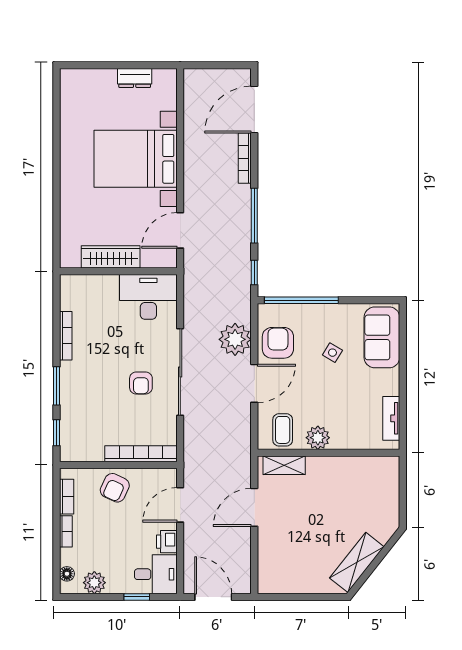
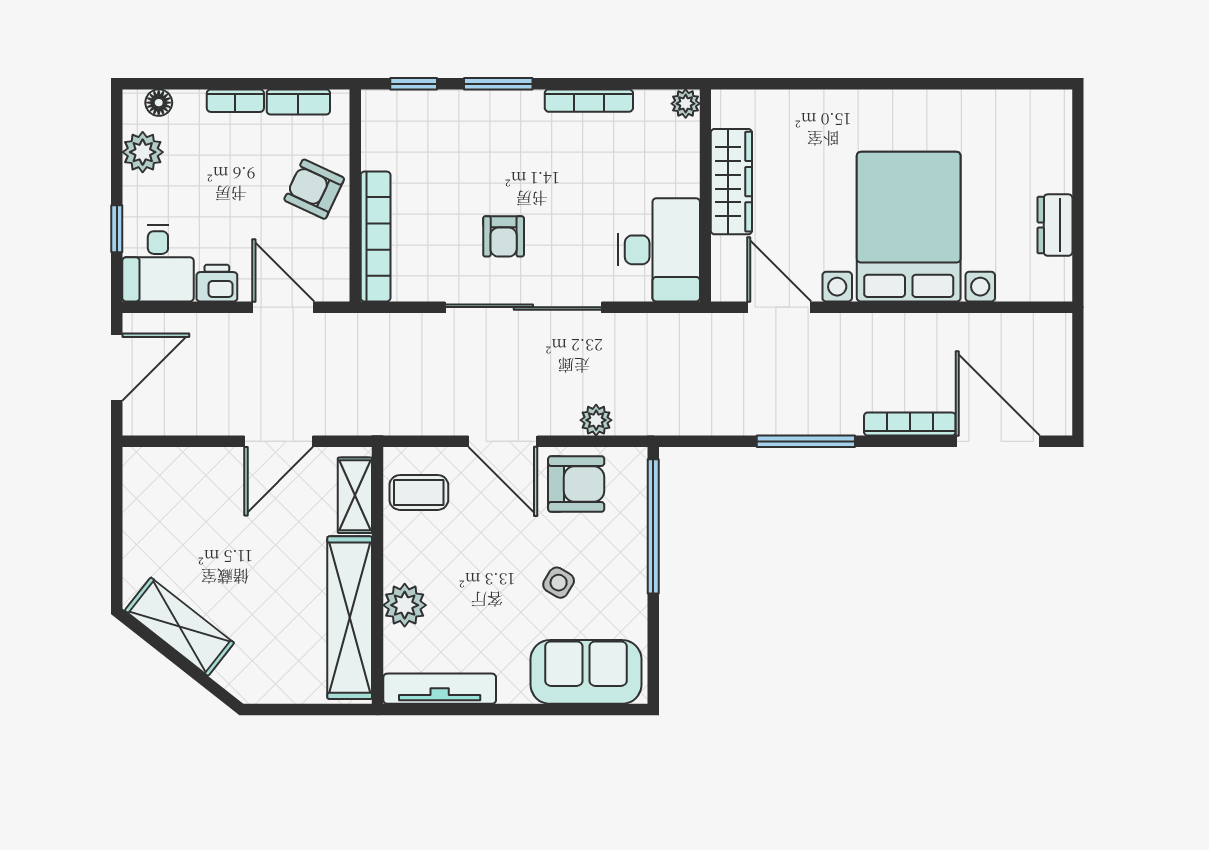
window: (254, 272) -> (703, 441), removed
plant: (67, 282) -> (686, 104), added
plant: (235, 339) -> (596, 420), width x0.53, depth x0.53
armchair: (141, 383) -> (504, 236), turned -90
tv unit: (391, 418) -> (440, 689), width x1.41
plant: (318, 438) -> (405, 605), moved
shelving: (352, 468) -> (350, 618), added
door: (254, 507) -> (279, 441), swing flipped

